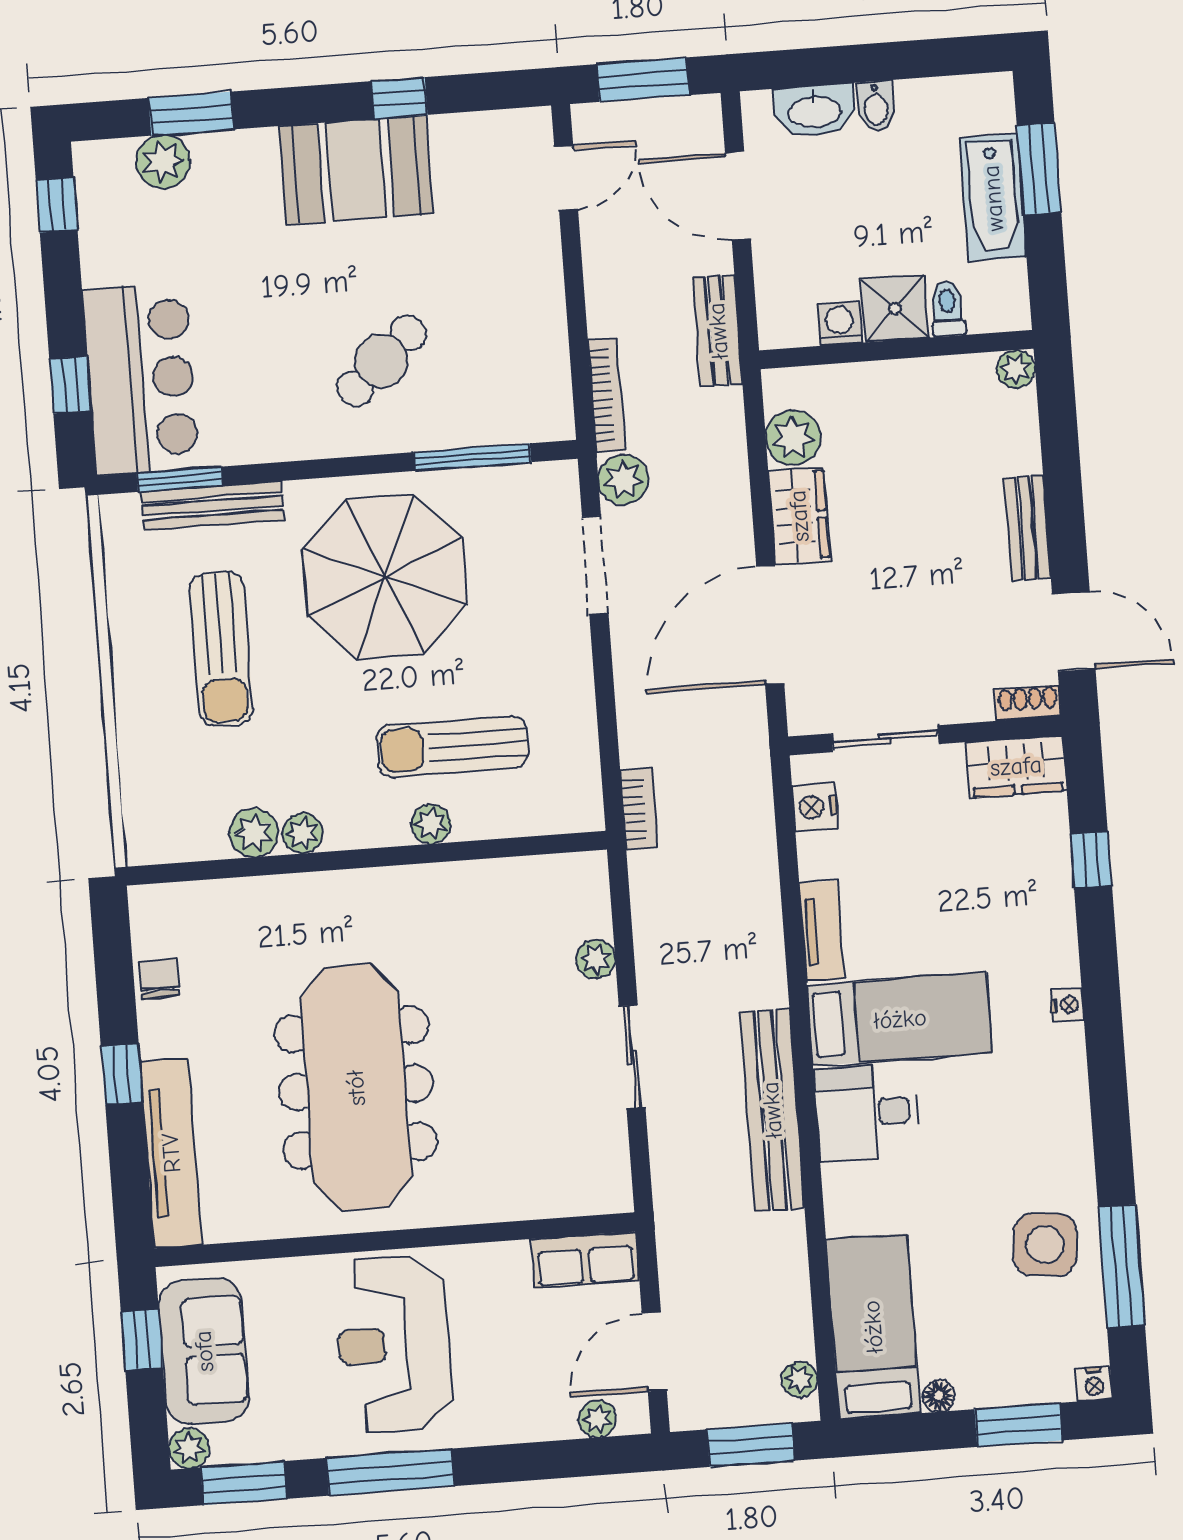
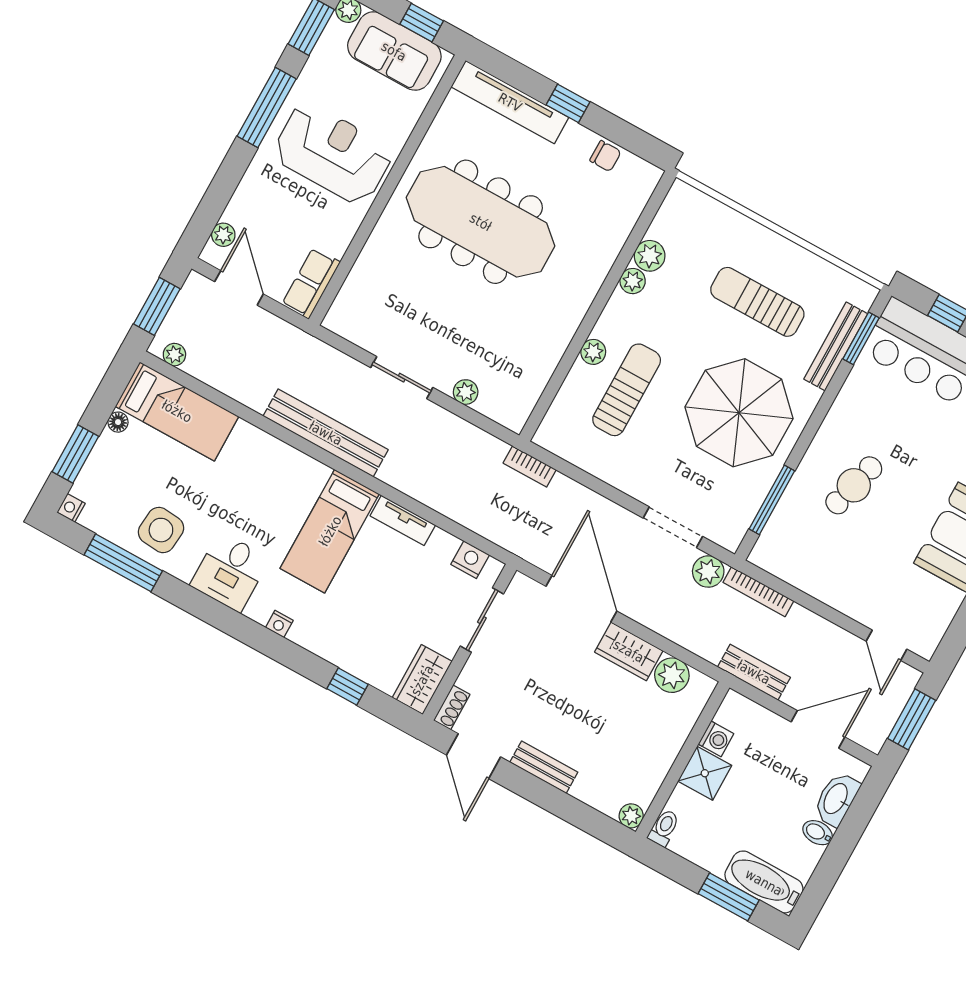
bathtub: (993, 198) -> (764, 882), moved
toilet: (948, 309) -> (664, 828), moved, turned -90
cafe table: (382, 361) -> (854, 485), turned 57
door: (1074, 631) -> (473, 756), hinge flipped
desk: (867, 1113) -> (230, 572), moved, turned 180

